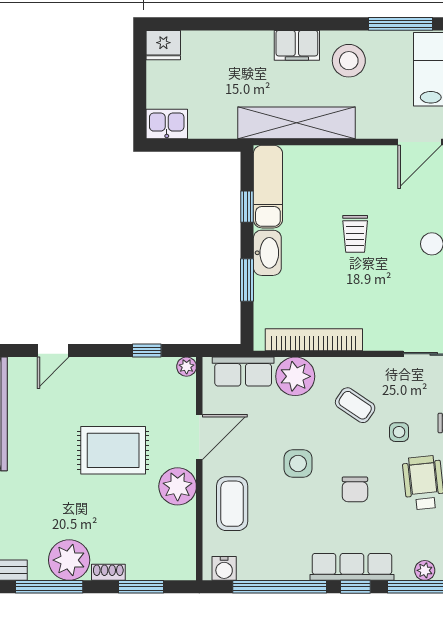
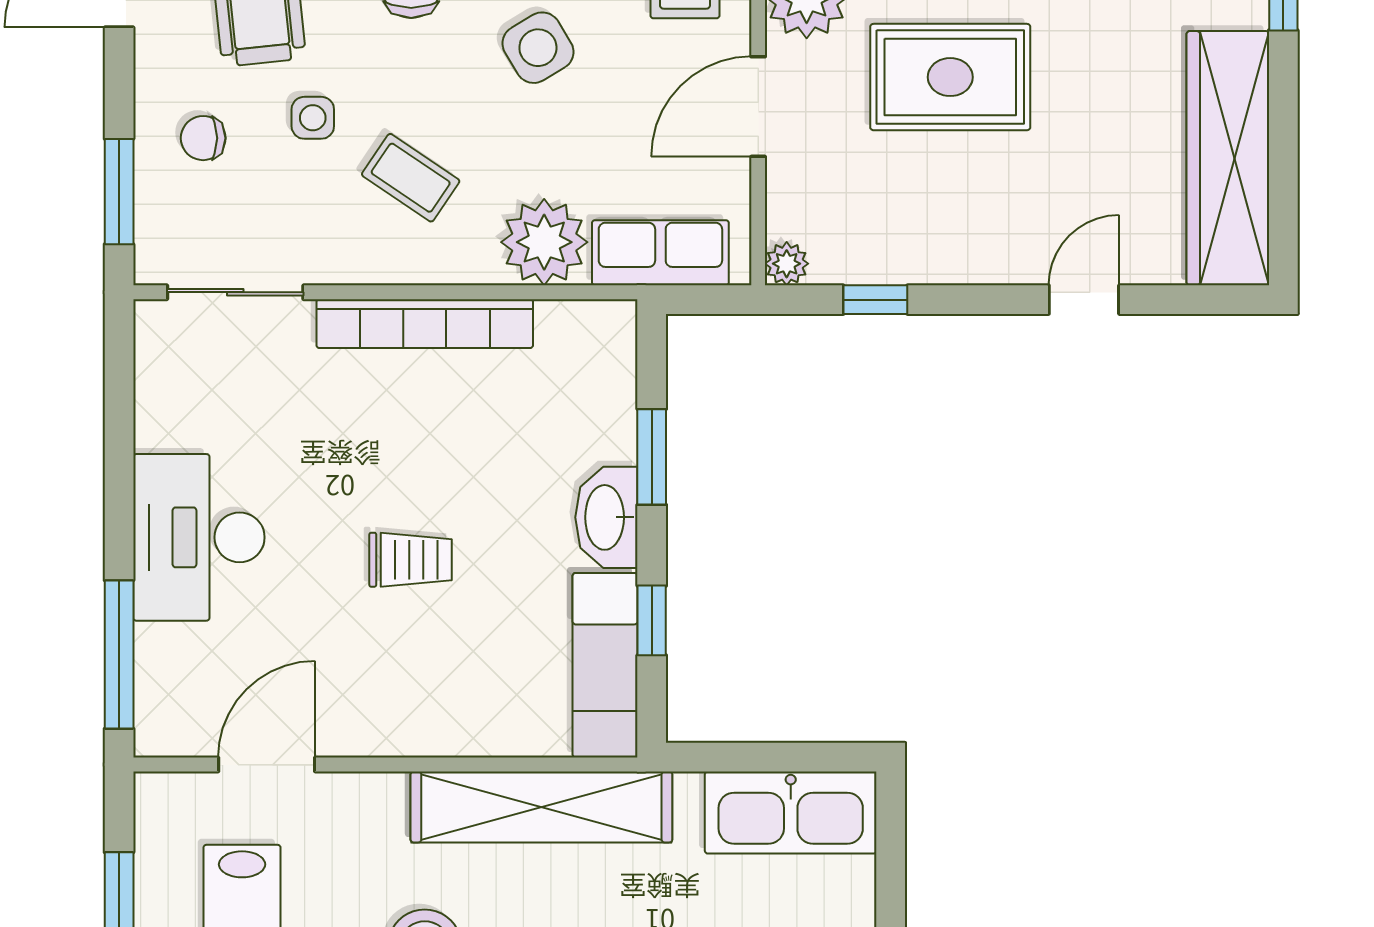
kitchen sink: (167, 124) -> (791, 813), width x1.88, depth x1.24
trolley: (355, 234) -> (411, 560), turned 90
bookcase: (314, 340) -> (425, 324), moved
side table: (298, 464) -> (538, 48), turned -31

